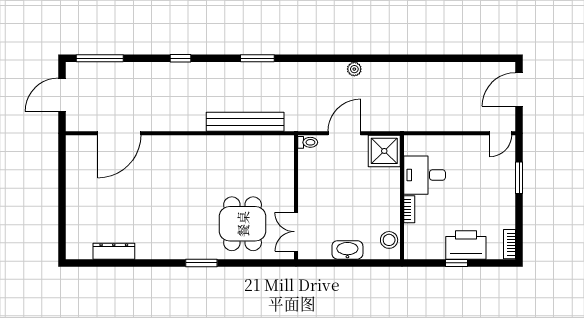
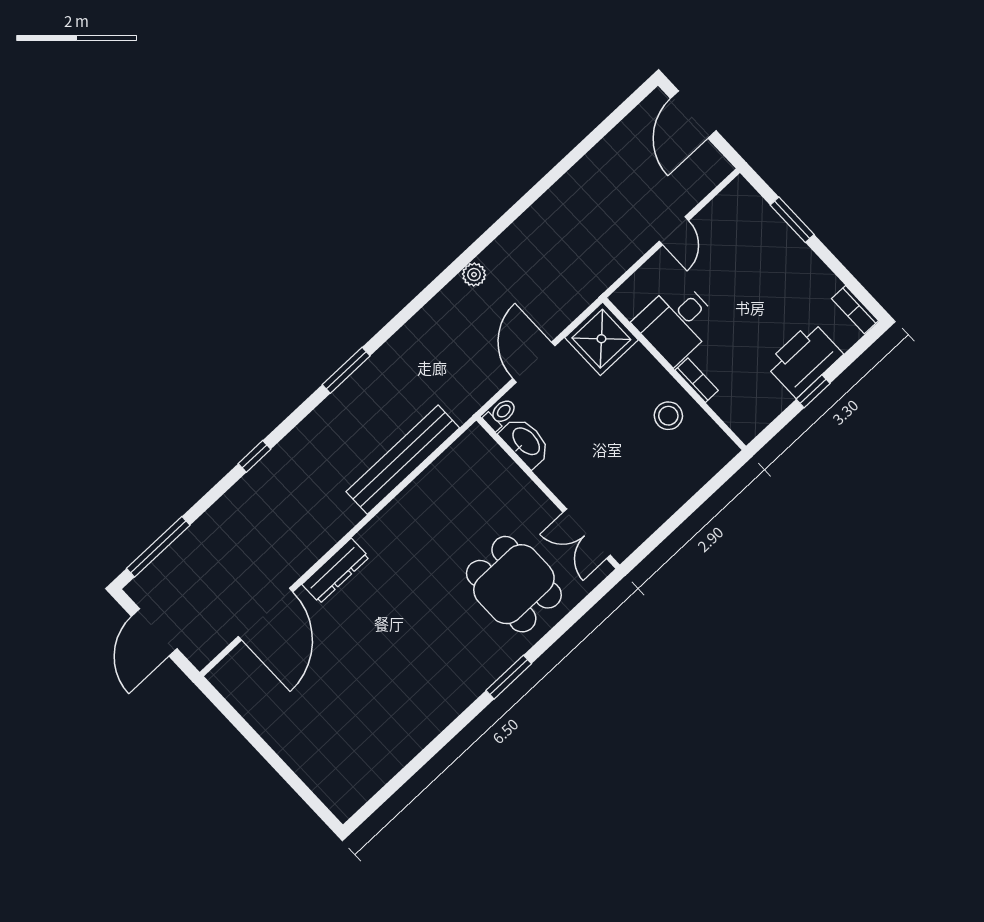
door: (501, 133) -> (674, 231), moved
stool: (389, 240) -> (668, 416), moved
washbasin: (347, 250) -> (525, 442), moved, turned 90
dresser: (114, 251) -> (336, 571), moved, turned 180

